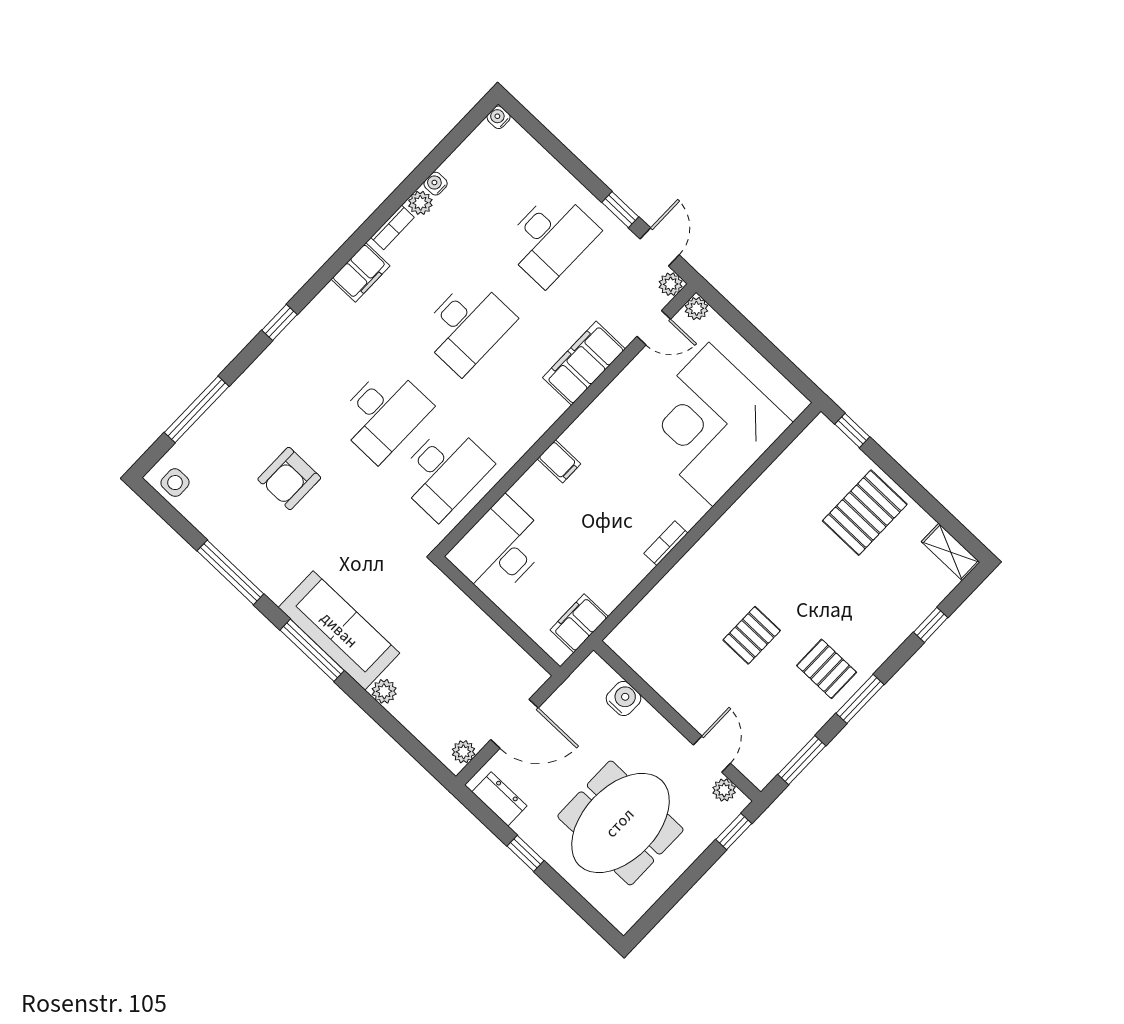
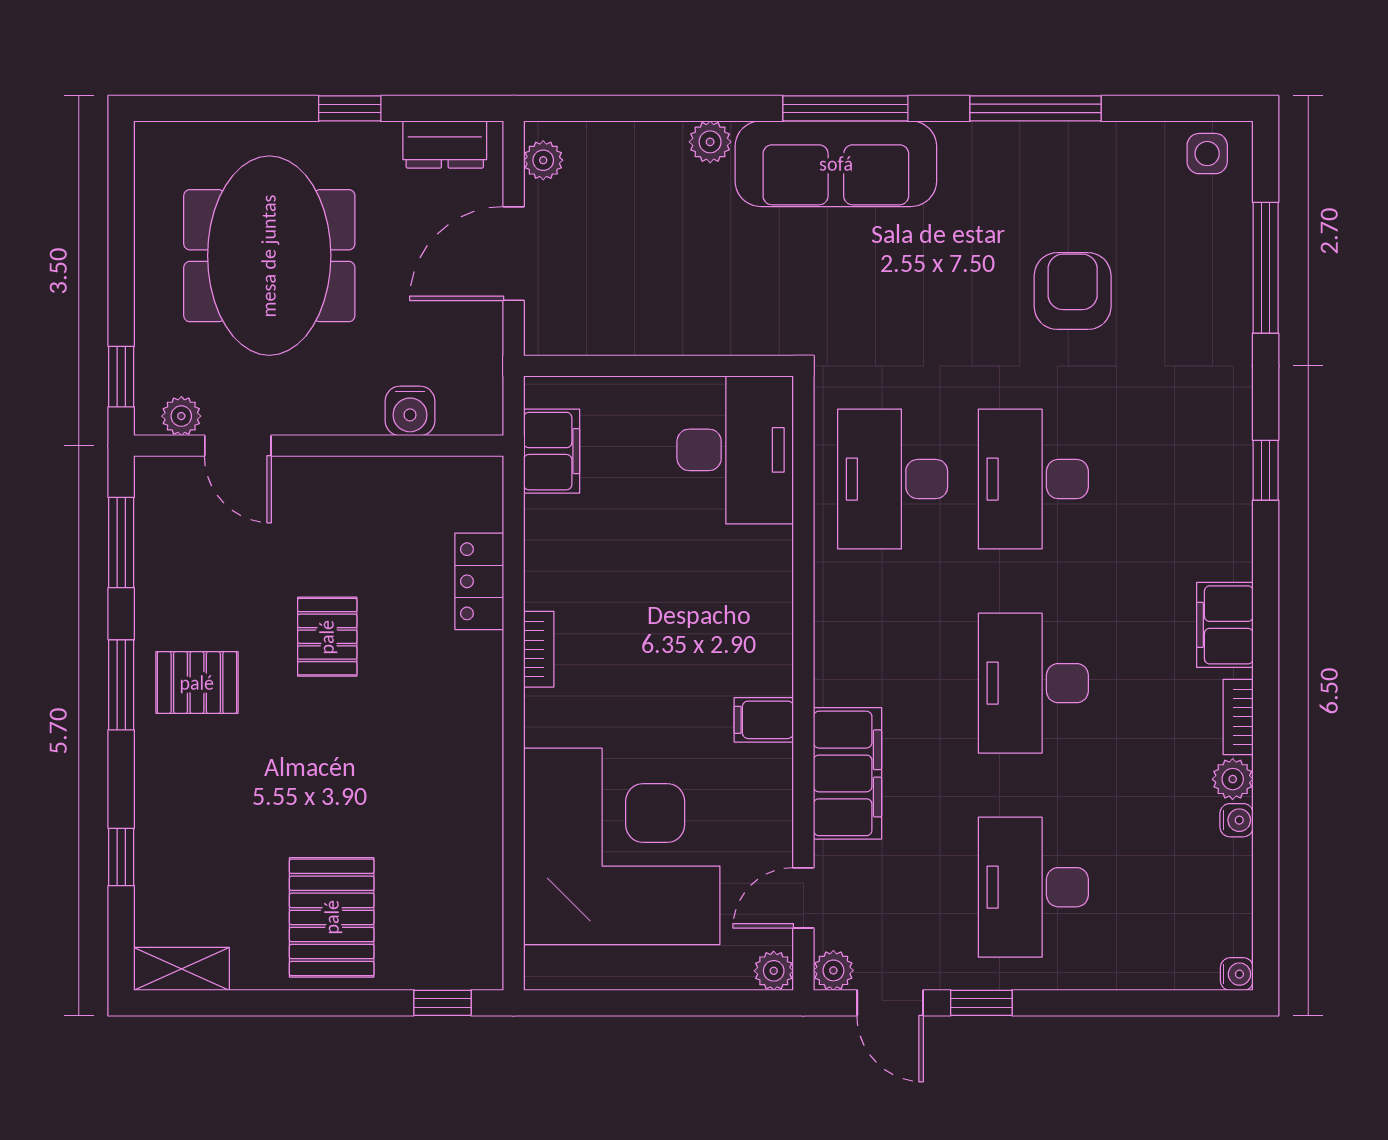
filing cabinet: (559, 461) -> (764, 720), moved
locker: (664, 597) -> (479, 581), added

